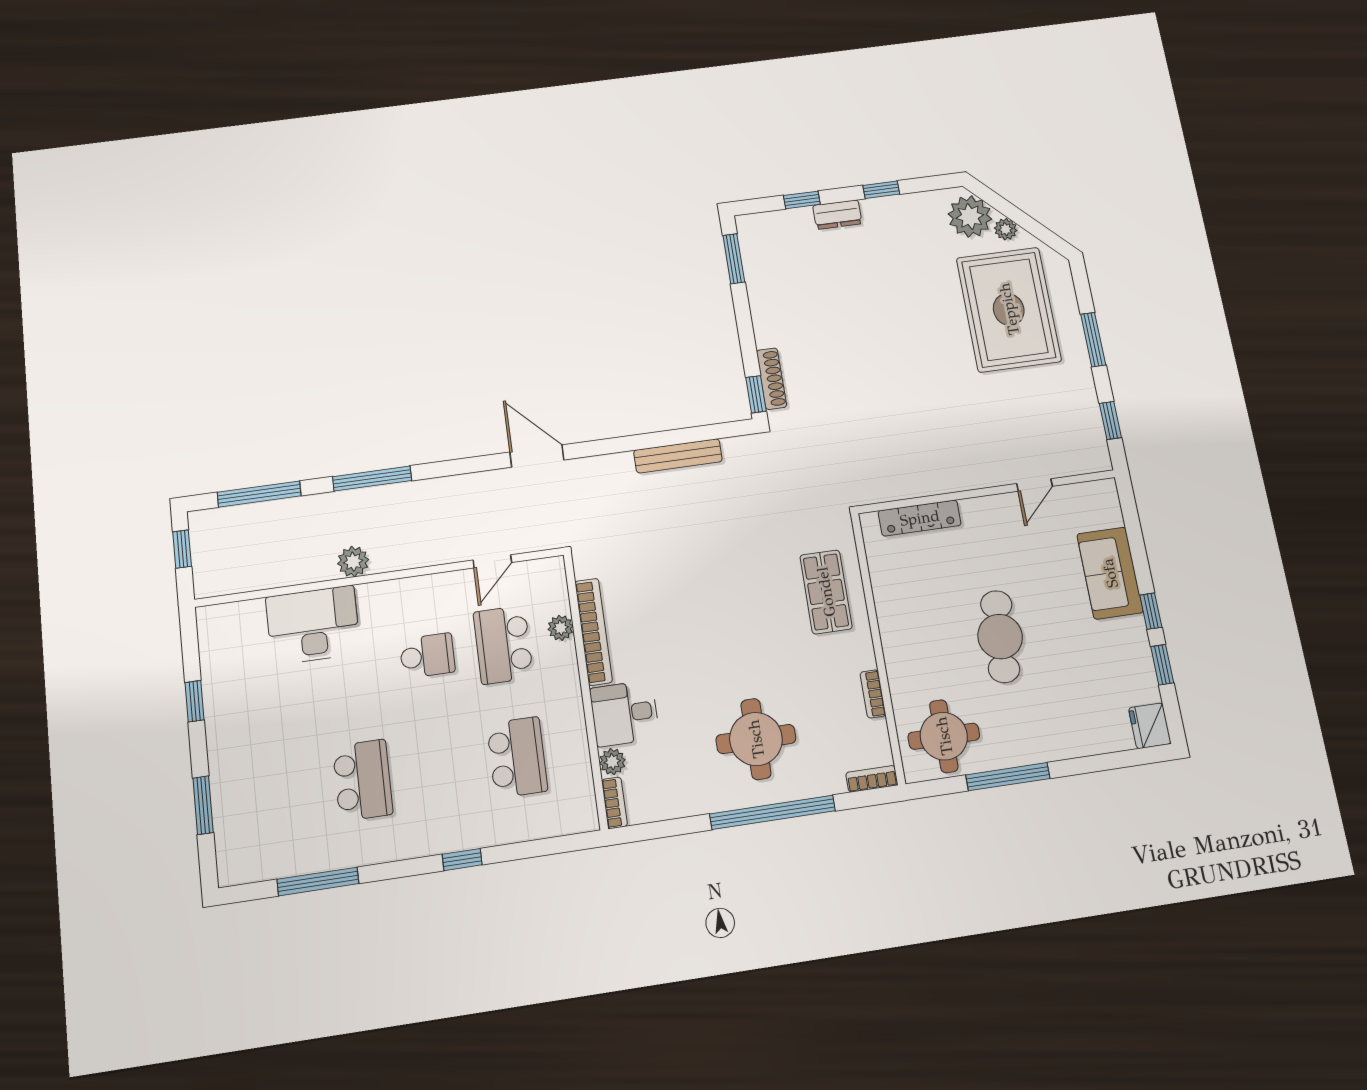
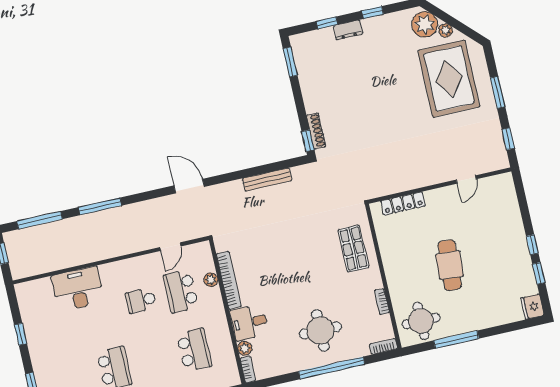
plant: (353, 562) -> (95, 253), removed
sofa: (1110, 573) -> (509, 225), removed
school desk: (427, 656) -> (141, 300), turned 180

